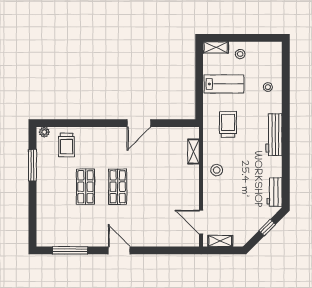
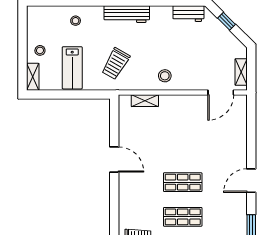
lab bench: (224, 84) -> (72, 68), turned 180
trolley: (228, 124) -> (116, 64), turned -60

